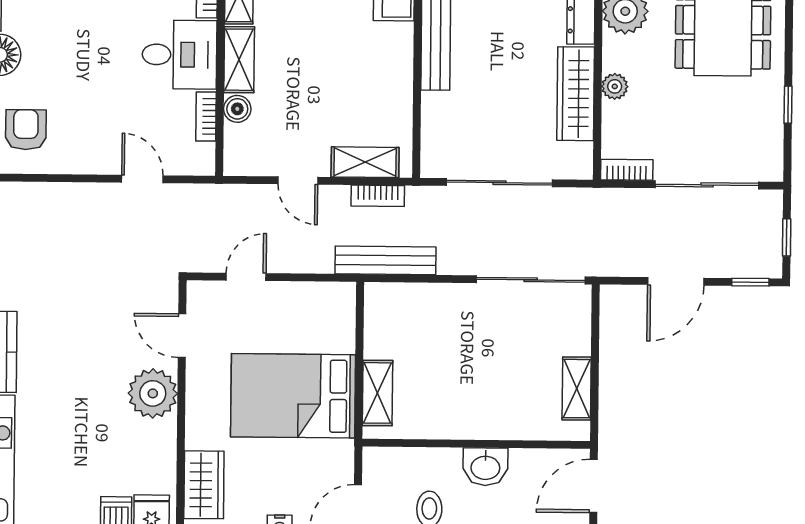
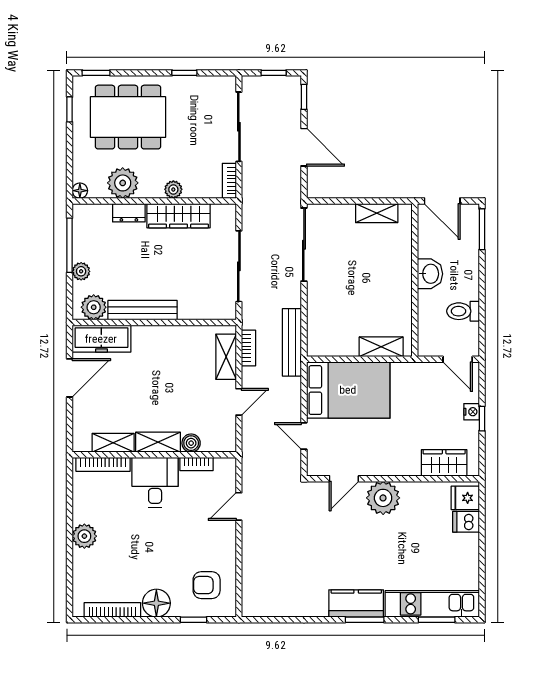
bed: (293, 396) -> (348, 390), moved, turned -90

